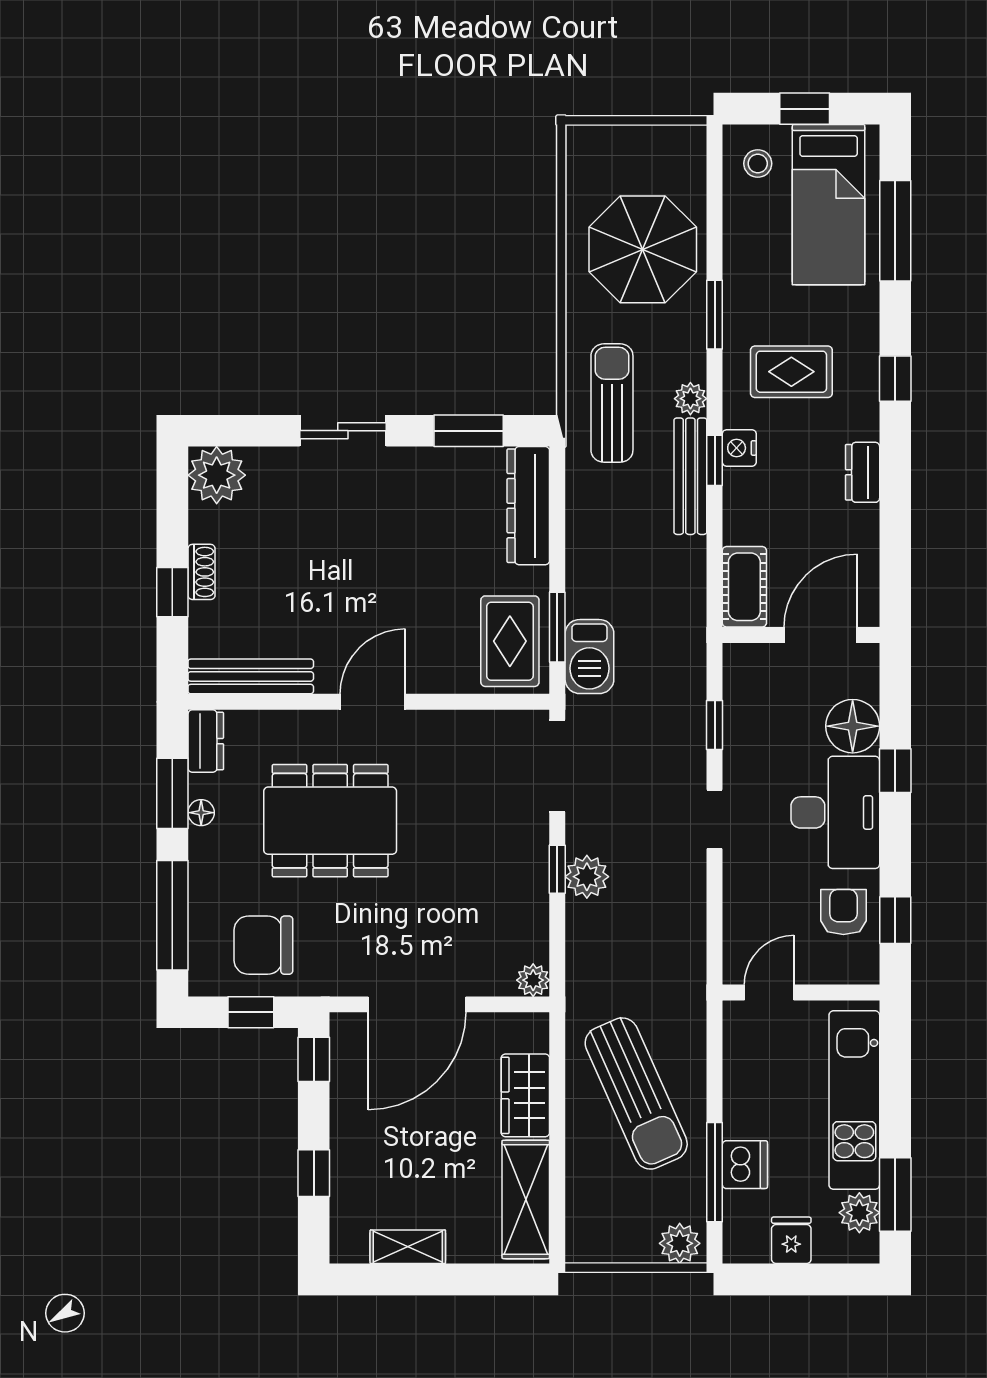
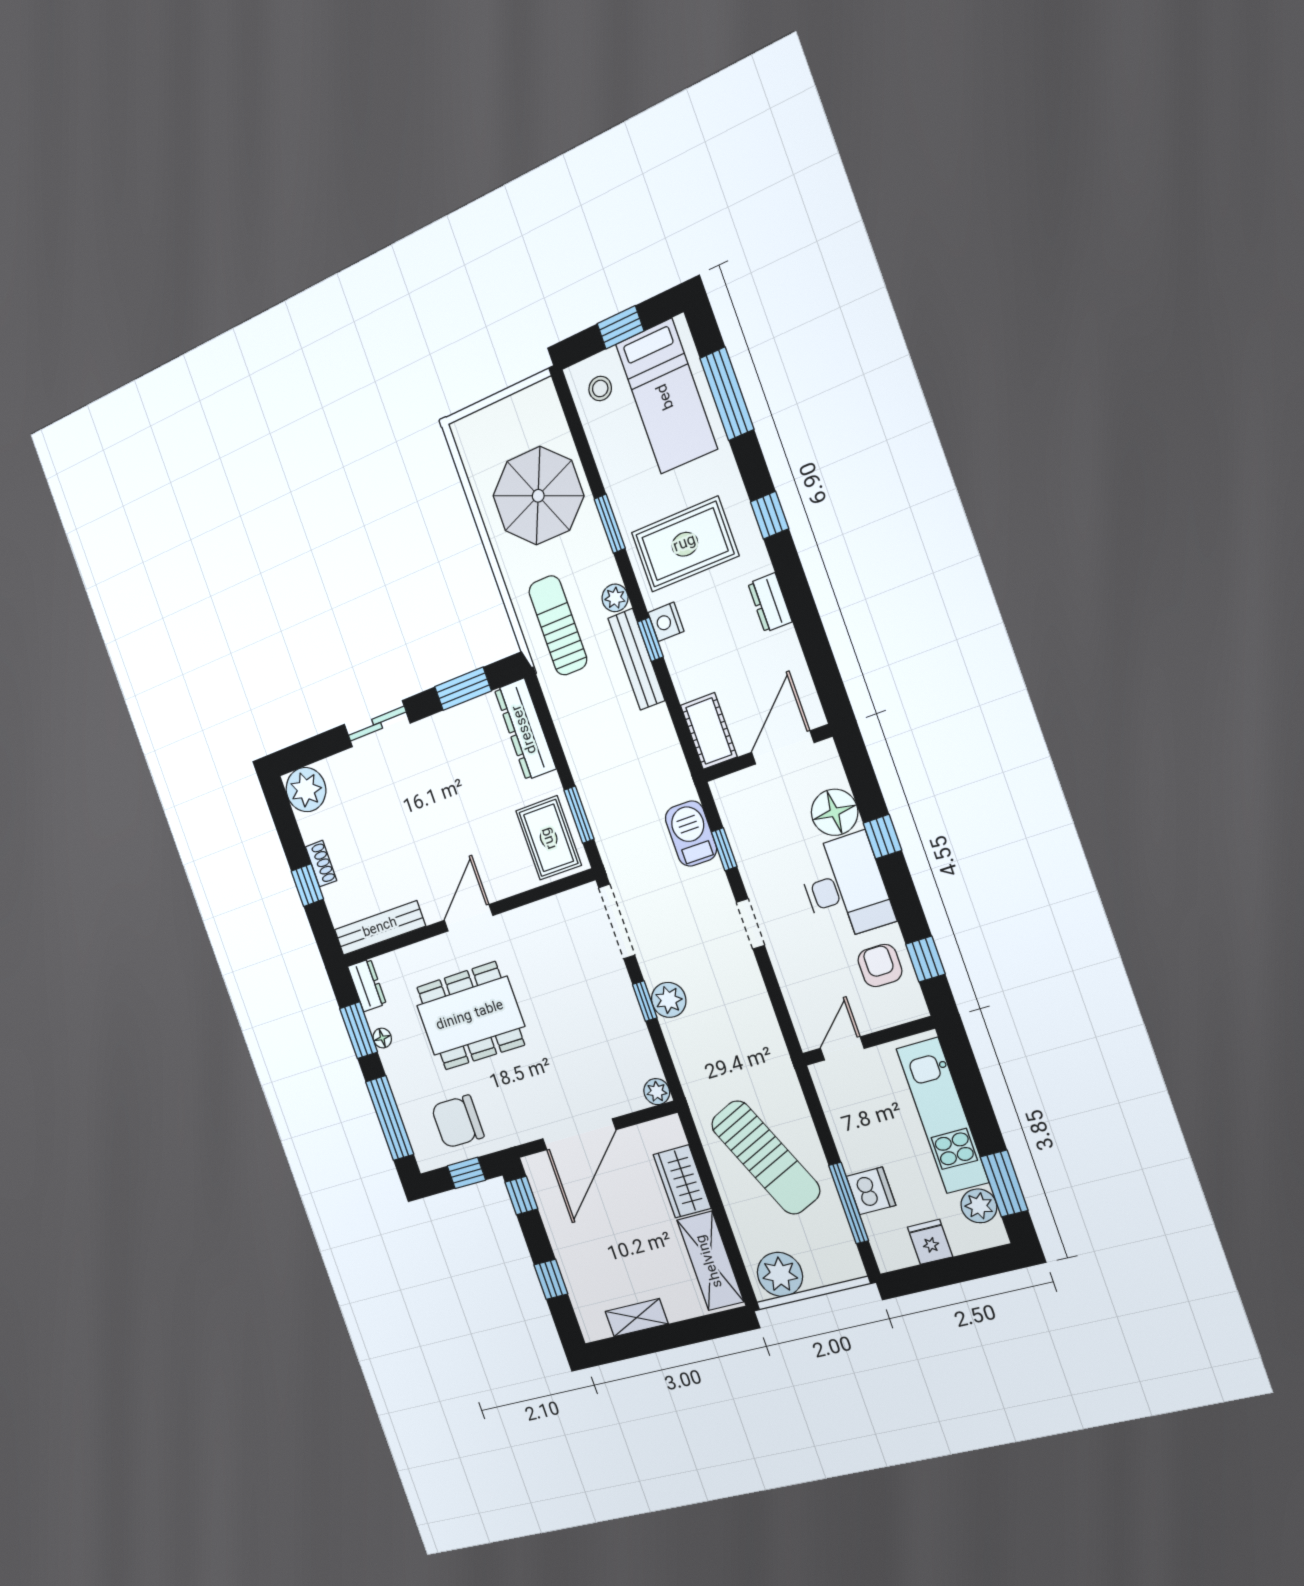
rug: (791, 372) -> (685, 544), width x1.36, depth x1.43
barbecue: (589, 657) -> (691, 834), moved, turned 180
plant: (680, 1243) -> (780, 1274), moved, width x1.36, depth x1.36

